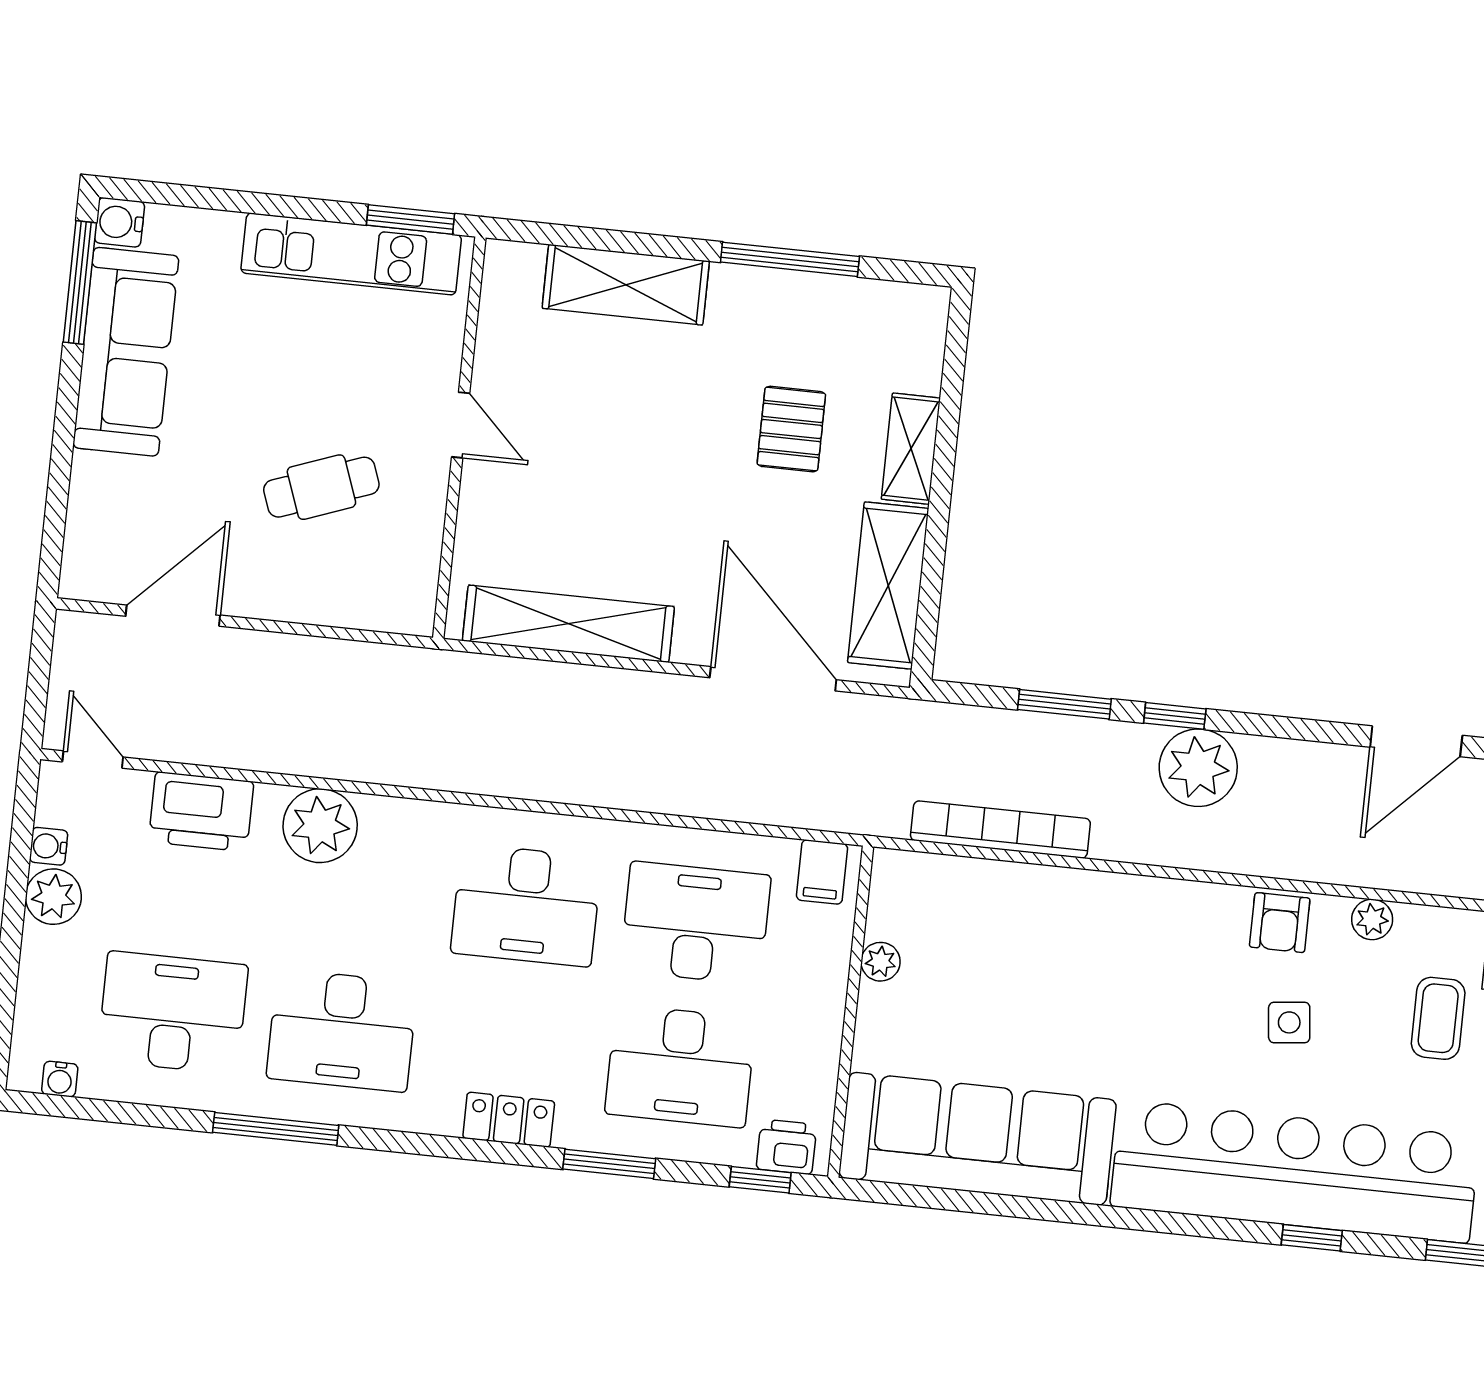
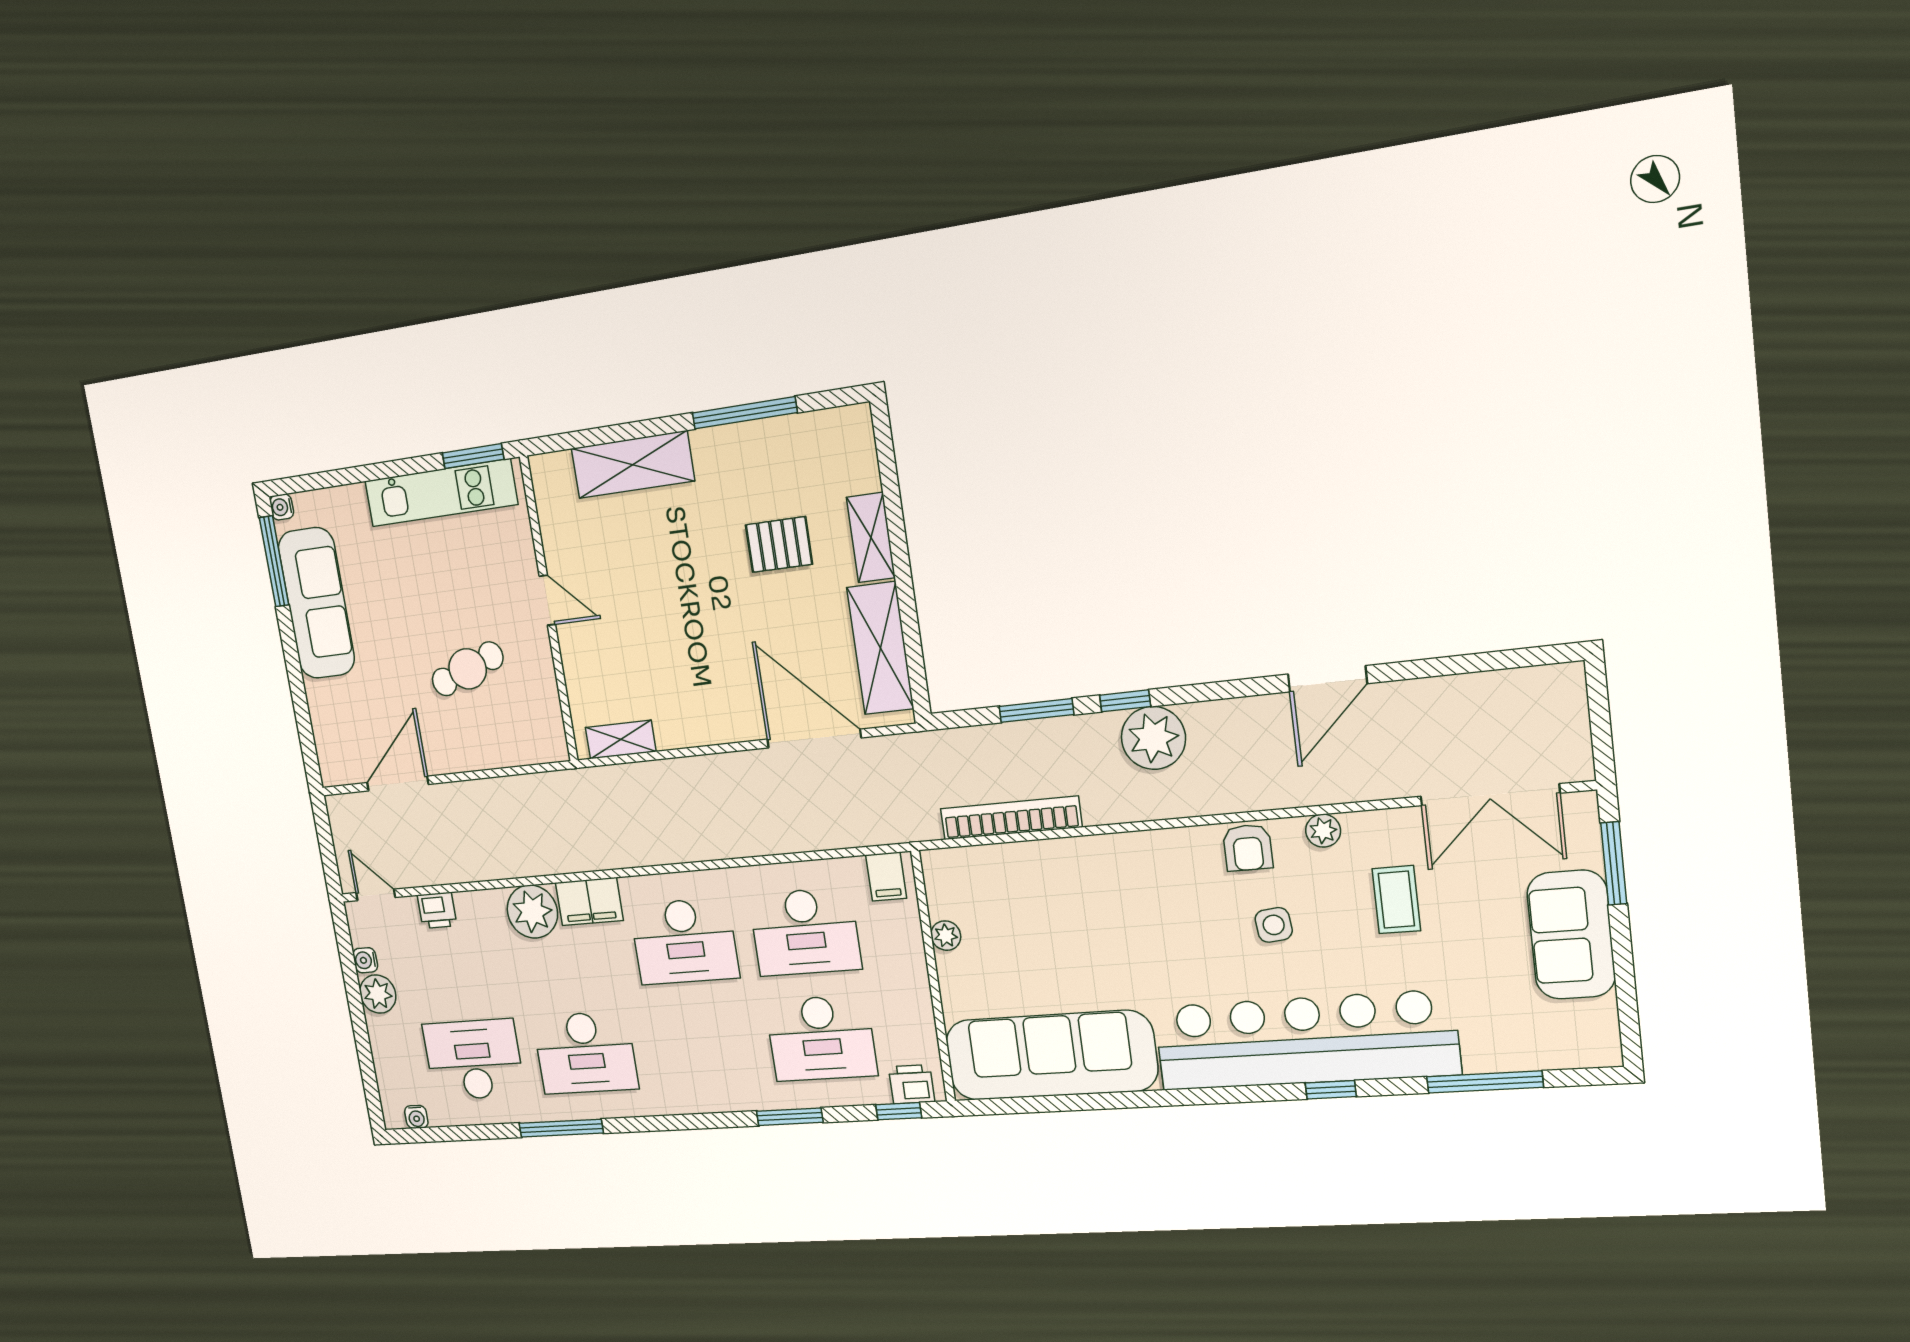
water cooler: (120, 222) -> (282, 507), width x0.72, depth x0.72
pallet: (791, 429) -> (779, 544), turned 90
shelving: (568, 624) -> (621, 739), width x0.45, depth x0.75
printer: (201, 812) -> (437, 910), width x0.53, depth x0.68
filing cabinet: (406, 828) -> (589, 902), added
desk: (695, 923) -> (805, 932), turned 180
locker: (509, 1120) -> (713, 1096), removed

